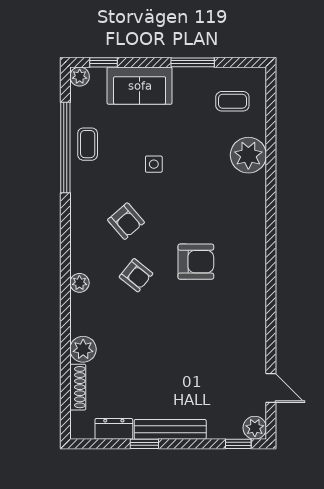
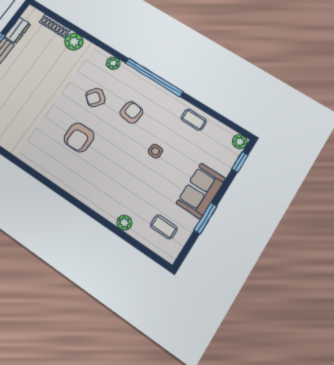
sofa: (140, 86) -> (201, 191), moved
coffee table: (232, 101) -> (164, 227), turned 90
window: (65, 147) -> (154, 77), moved
plant: (248, 155) -> (124, 223), width x0.53, depth x0.53
armchair: (126, 221) -> (131, 112), turned 138

